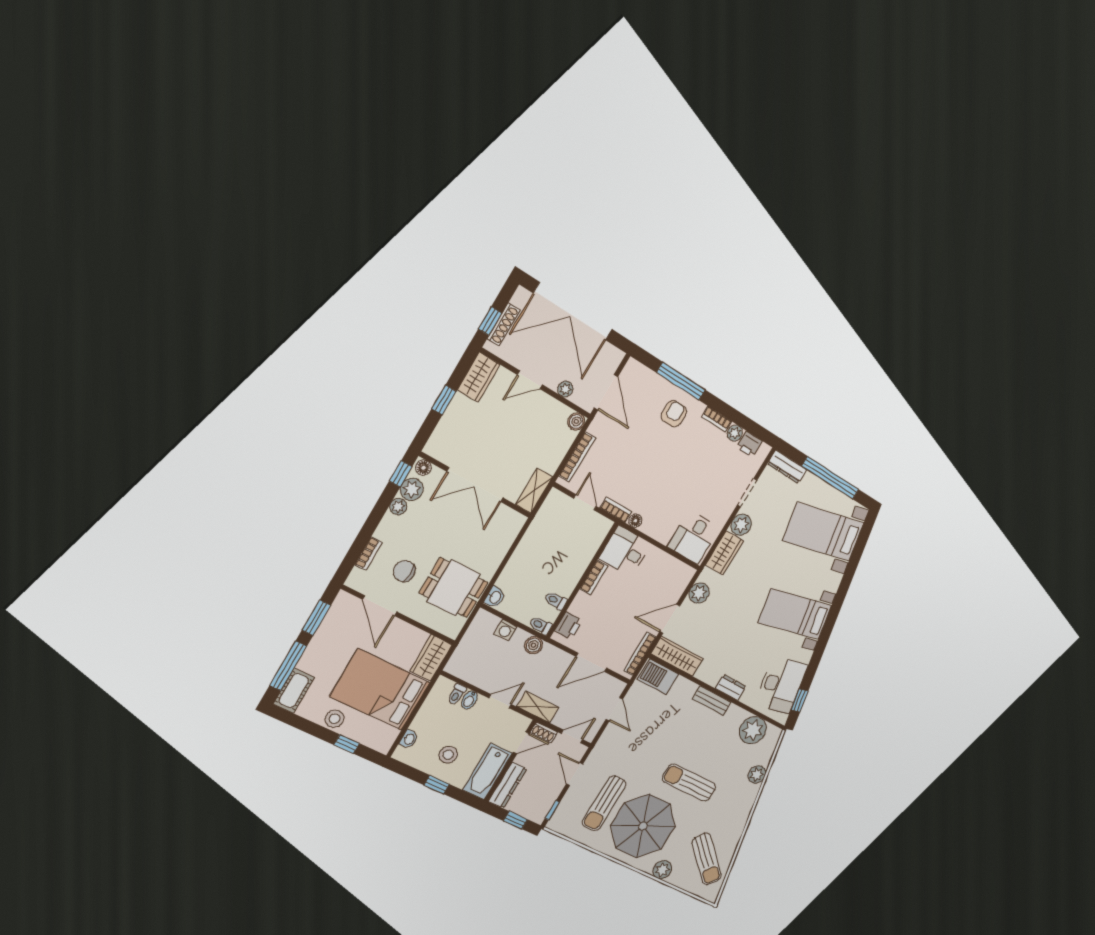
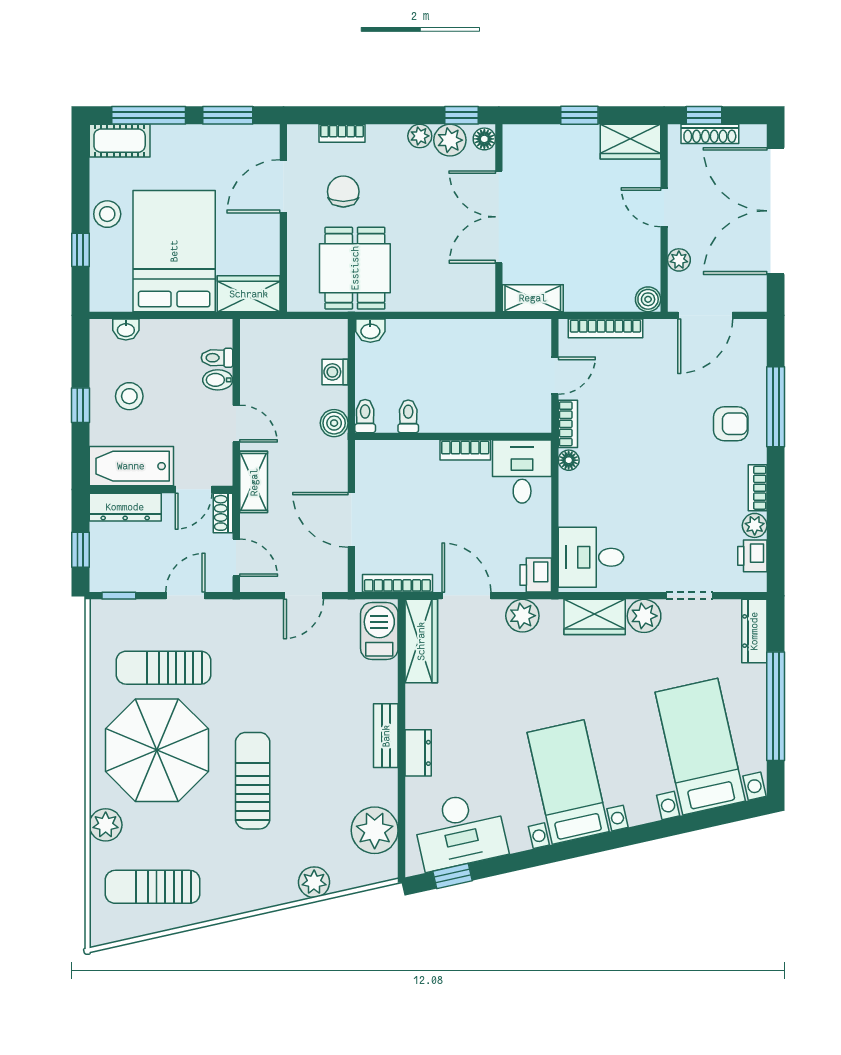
printer: (568, 626) -> (536, 575), moved, turned 90
door: (521, 743) -> (194, 489), hinge flipped
sun lounger: (707, 859) -> (153, 887), turned 49

